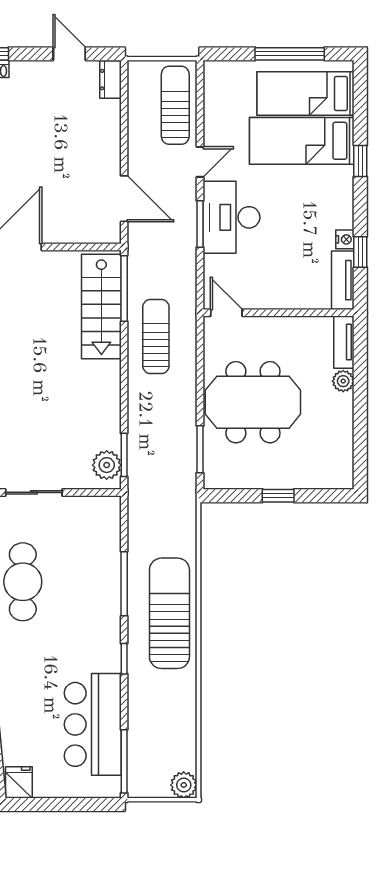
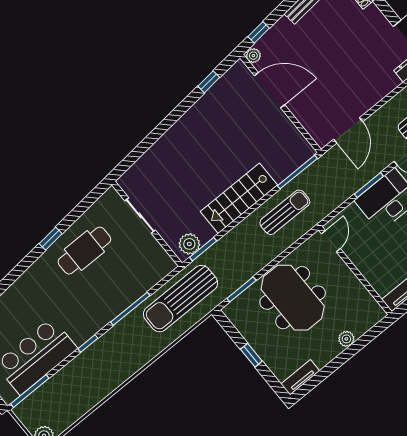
stairs: (101, 306) -> (239, 198), moved
tv unit: (344, 342) -> (300, 377), moved
sun lounger: (169, 613) -> (181, 299), moved, turned 180

